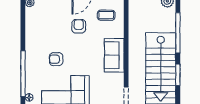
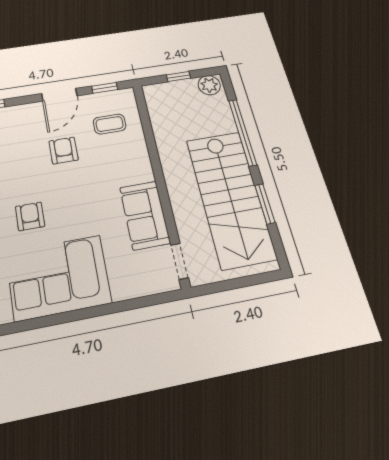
sofa: (114, 55) -> (145, 215), moved
armchair: (56, 59) -> (30, 216), turned 90

